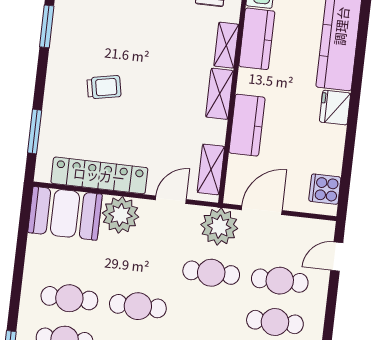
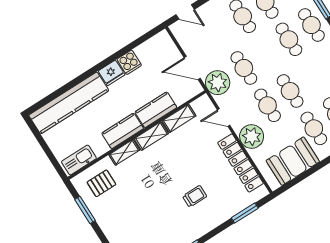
kitchen counter: (257, 39) -> (123, 131), moved
trolley: (104, 87) -> (195, 196), turned 101
shelving: (211, 169) -> (179, 118), moved
cooker: (325, 189) -> (129, 62), moved
booth: (65, 213) -> (293, 161), moved, turned 90
cafe table: (280, 281) -> (268, 105), moved

